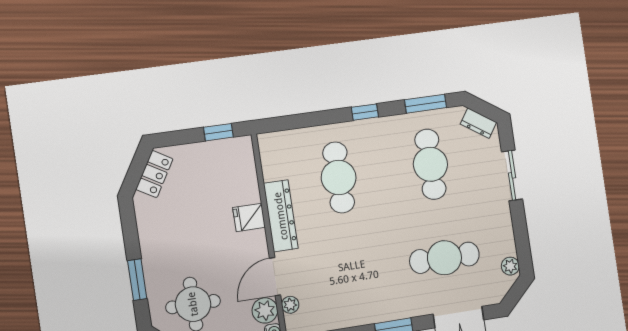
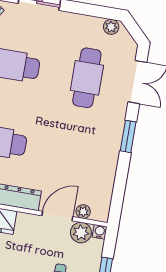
door: (275, 277) -> (57, 216), swing flipped

